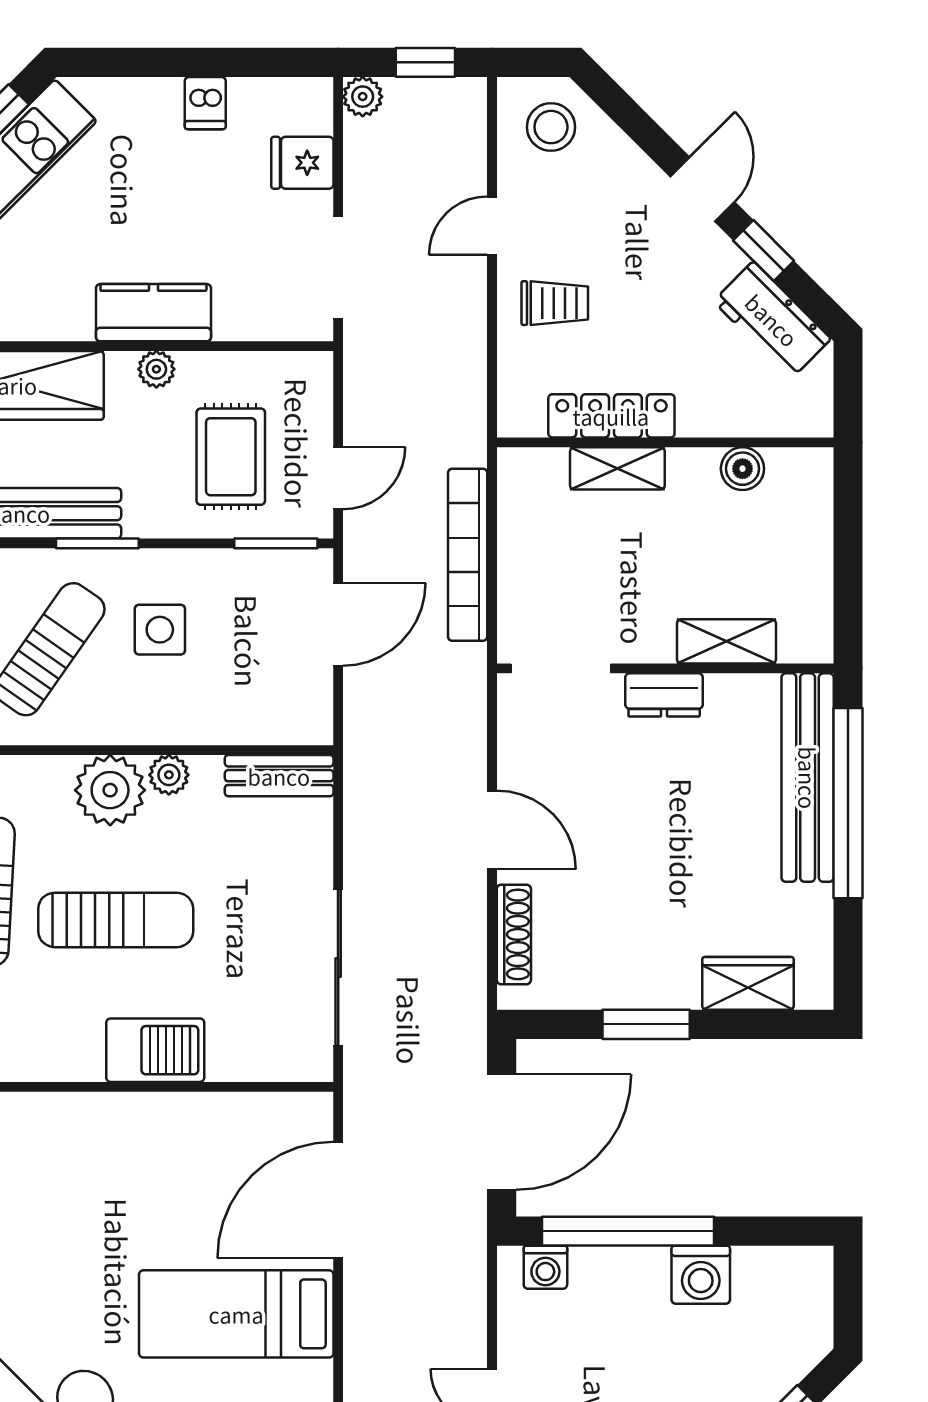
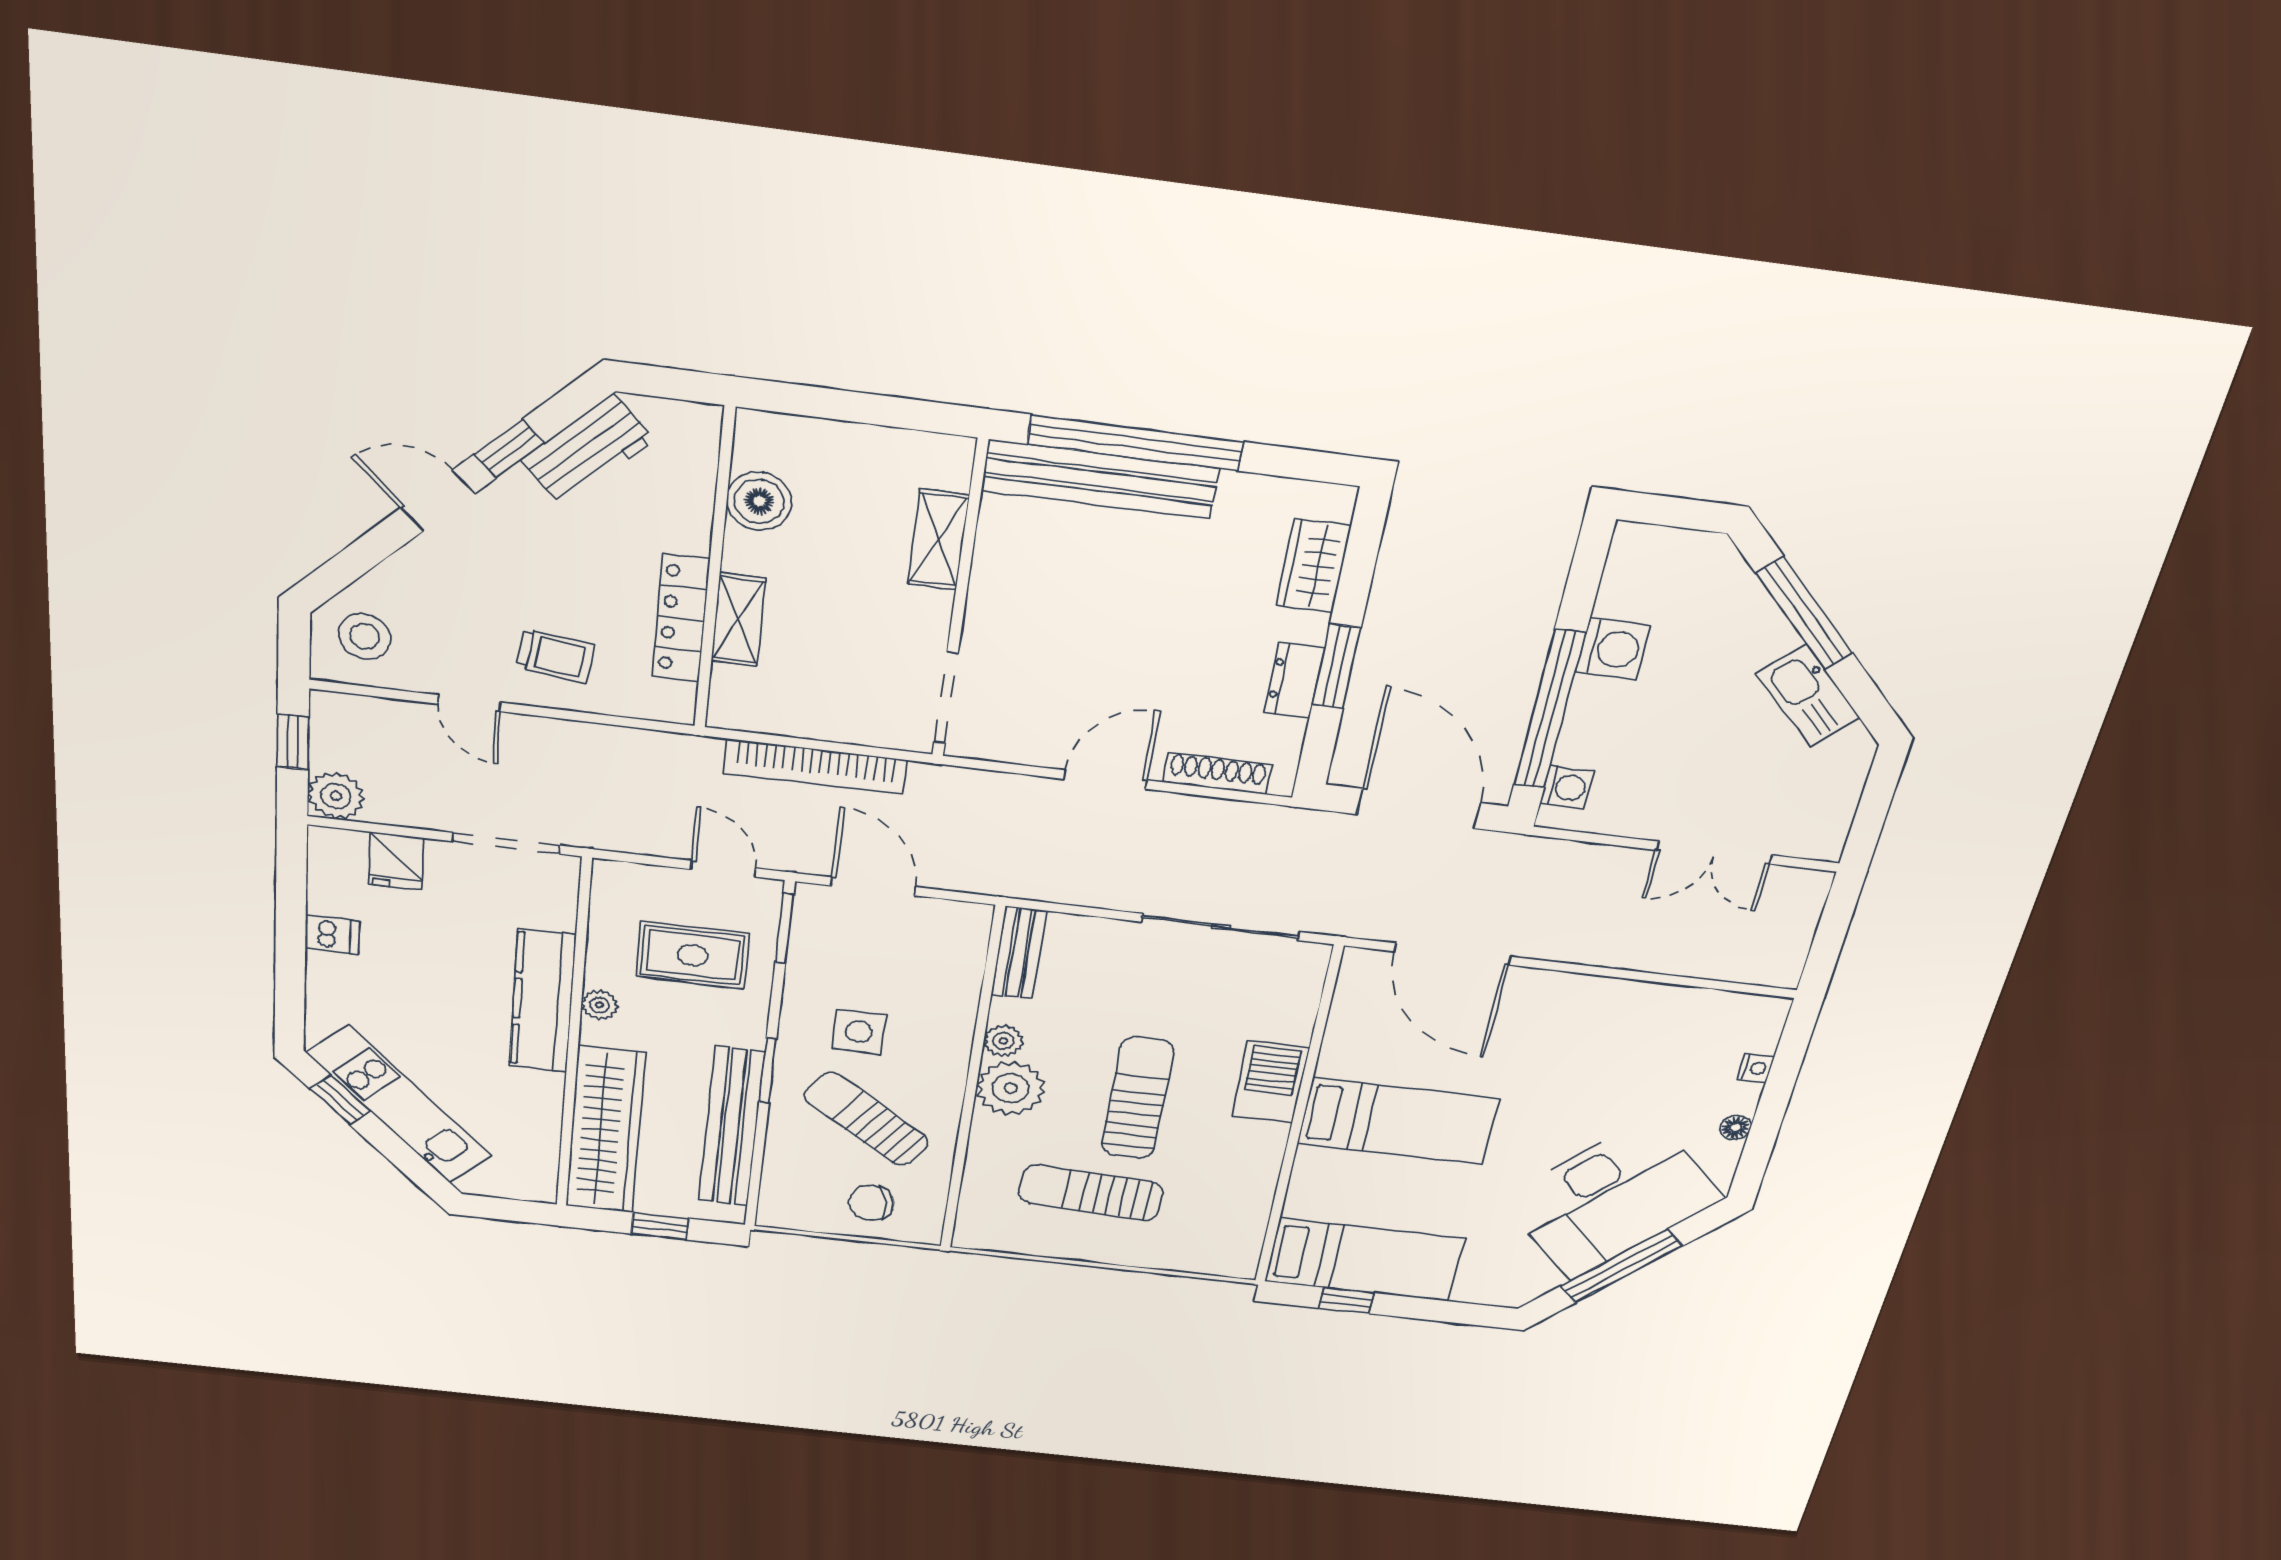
plant: (363, 97) -> (336, 796), width x1.38, depth x1.38
trolley: (555, 303) -> (555, 656), turned 98
kitchen counter: (153, 313) -> (543, 1001), width x1.50
boiler: (742, 469) -> (759, 501), width x1.36, depth x1.36
dresser: (664, 695) -> (1294, 680), moved, turned 180
bed: (236, 1314) -> (1398, 1121), moved, turned -90

